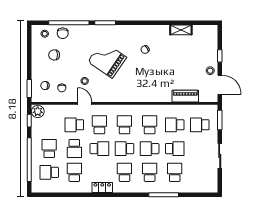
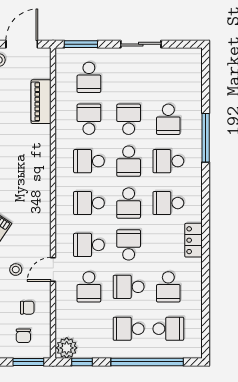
school desk: (175, 125) -> (89, 119), turned 180
school desk: (74, 149) -> (129, 287), turned 180
school desk: (49, 172) -> (168, 329), turned -90
school desk: (74, 172) -> (168, 287), turned -90
school desk: (175, 172) -> (168, 119), turned -90

